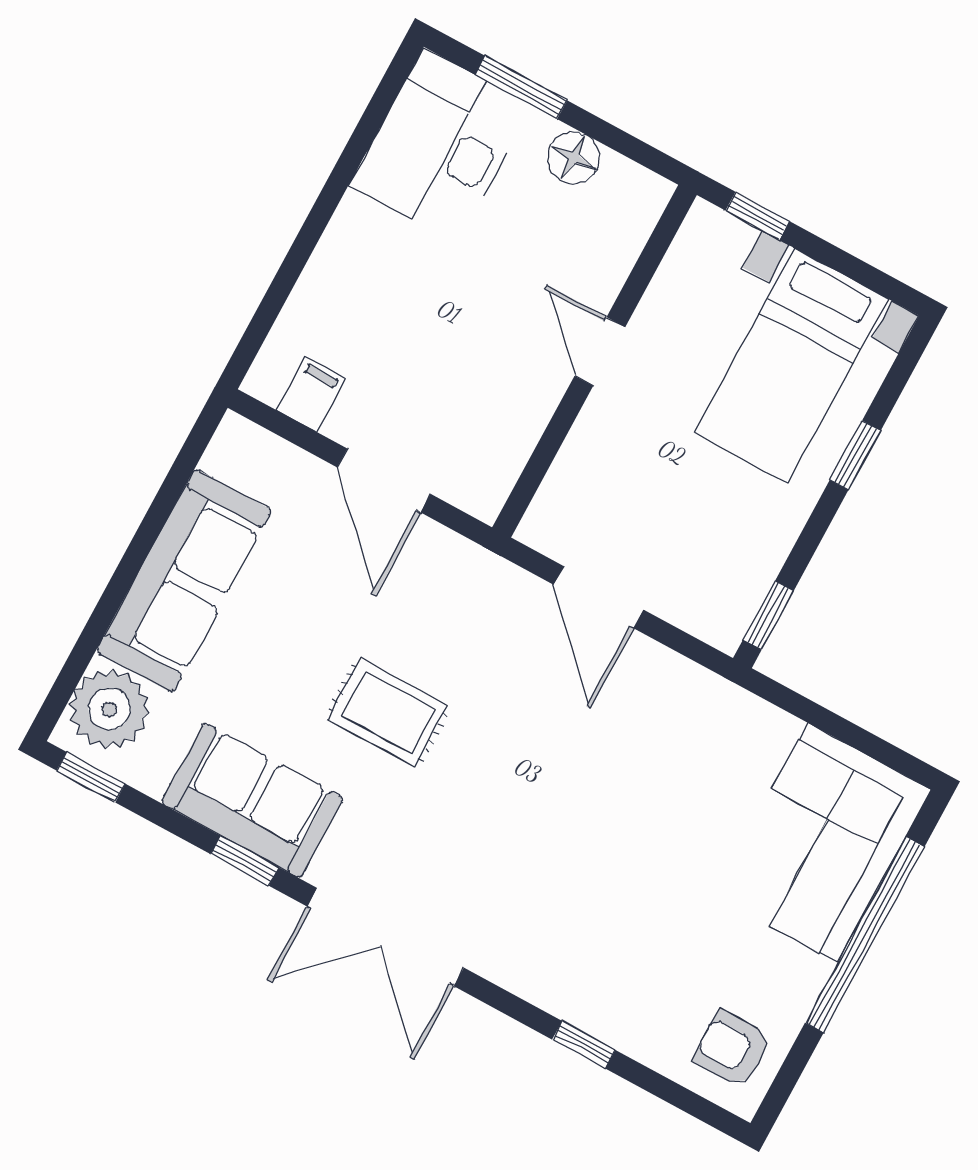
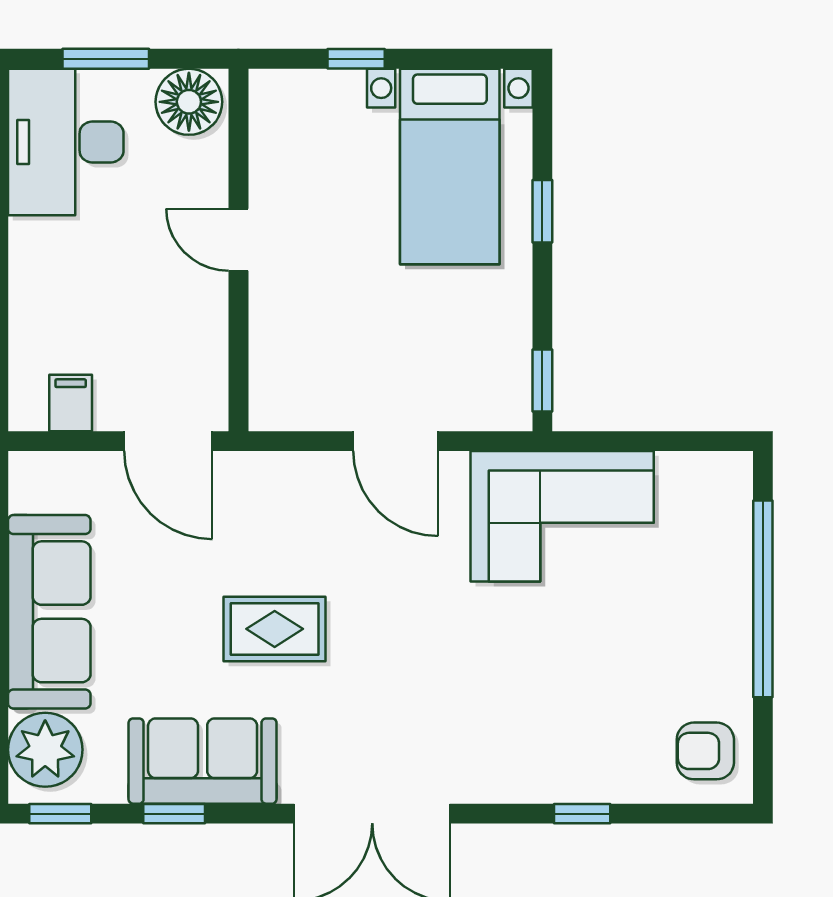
floor lamp: (574, 157) -> (189, 102), width x1.38, depth x1.38
door: (600, 352) -> (238, 240), moved
wall: (595, 361) -> (238, 250), moved
corner sofa: (823, 843) -> (562, 516), moved, turned -90
window: (245, 861) -> (174, 814), moved

